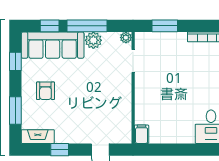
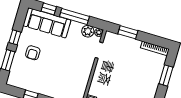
plant: (93, 40) -> (88, 31), moved
window: (15, 61) -> (15, 37), moved
fireplace: (38, 137) -> (18, 83), removed

